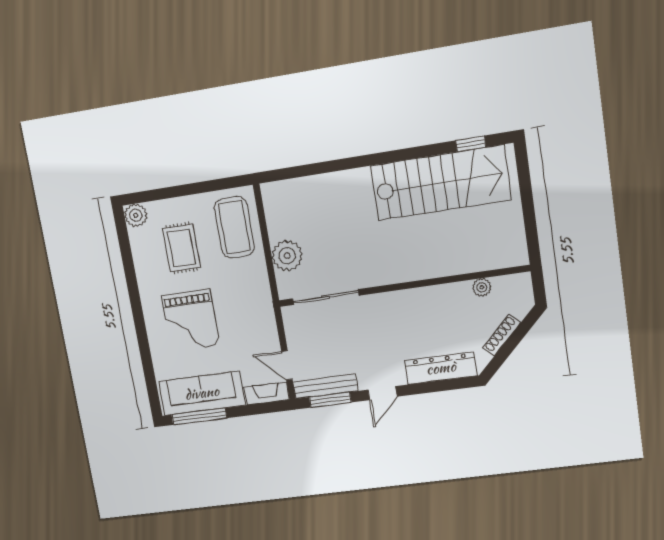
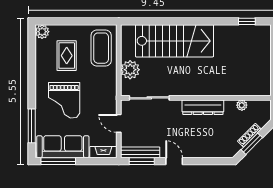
stairs: (441, 183) -> (174, 41), moved
window: (507, 349) -> (252, 144), added
door: (287, 365) -> (119, 123), moved
window: (148, 367) -> (32, 126), added
dresser: (441, 368) -> (203, 107), moved, turned 180
door: (383, 393) -> (174, 161), swing flipped

